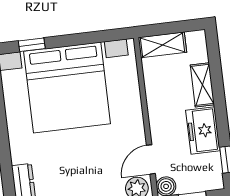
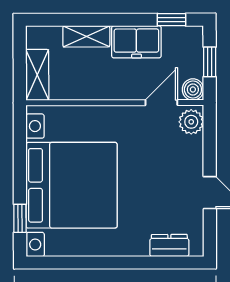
door: (151, 159) -> (161, 103), swing flipped

